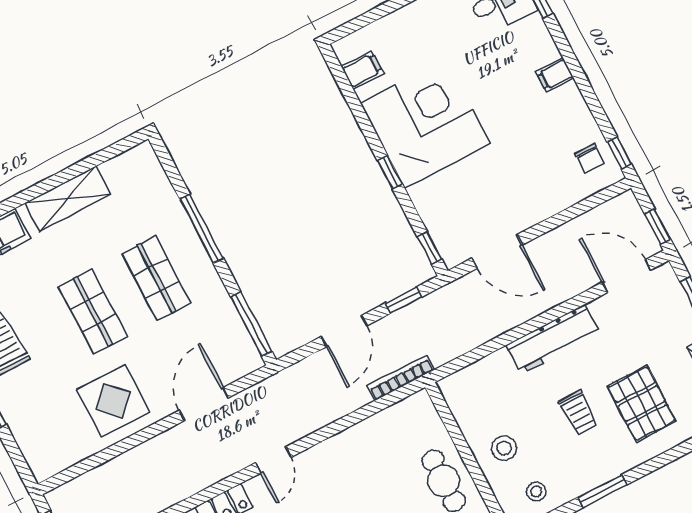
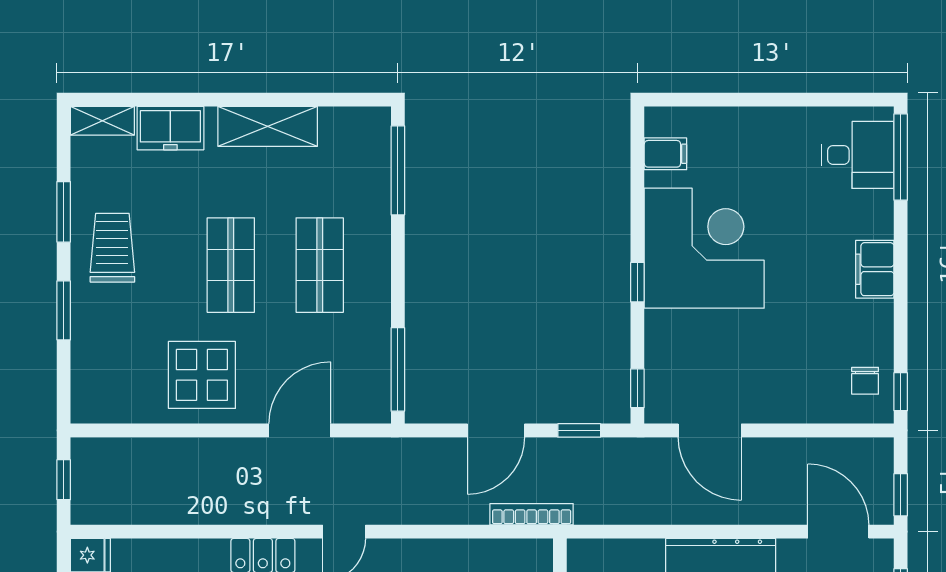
filing cabinet: (555, 75) -> (875, 269), width x2.00
window: (202, 229) -> (398, 170), moved

